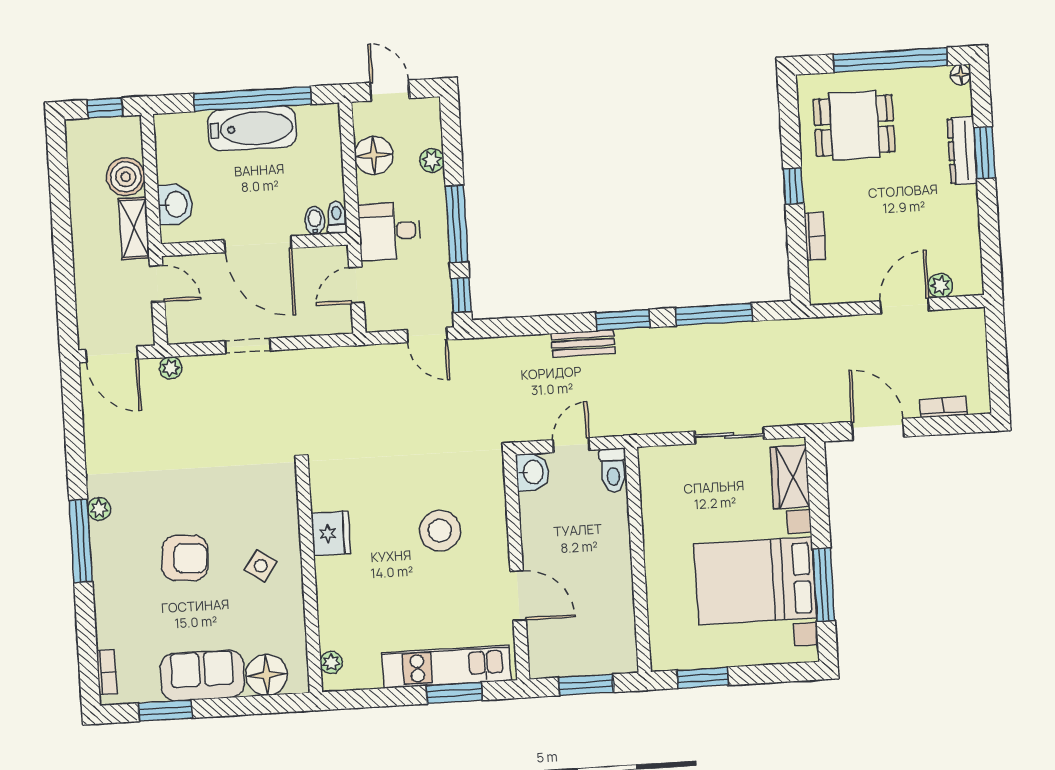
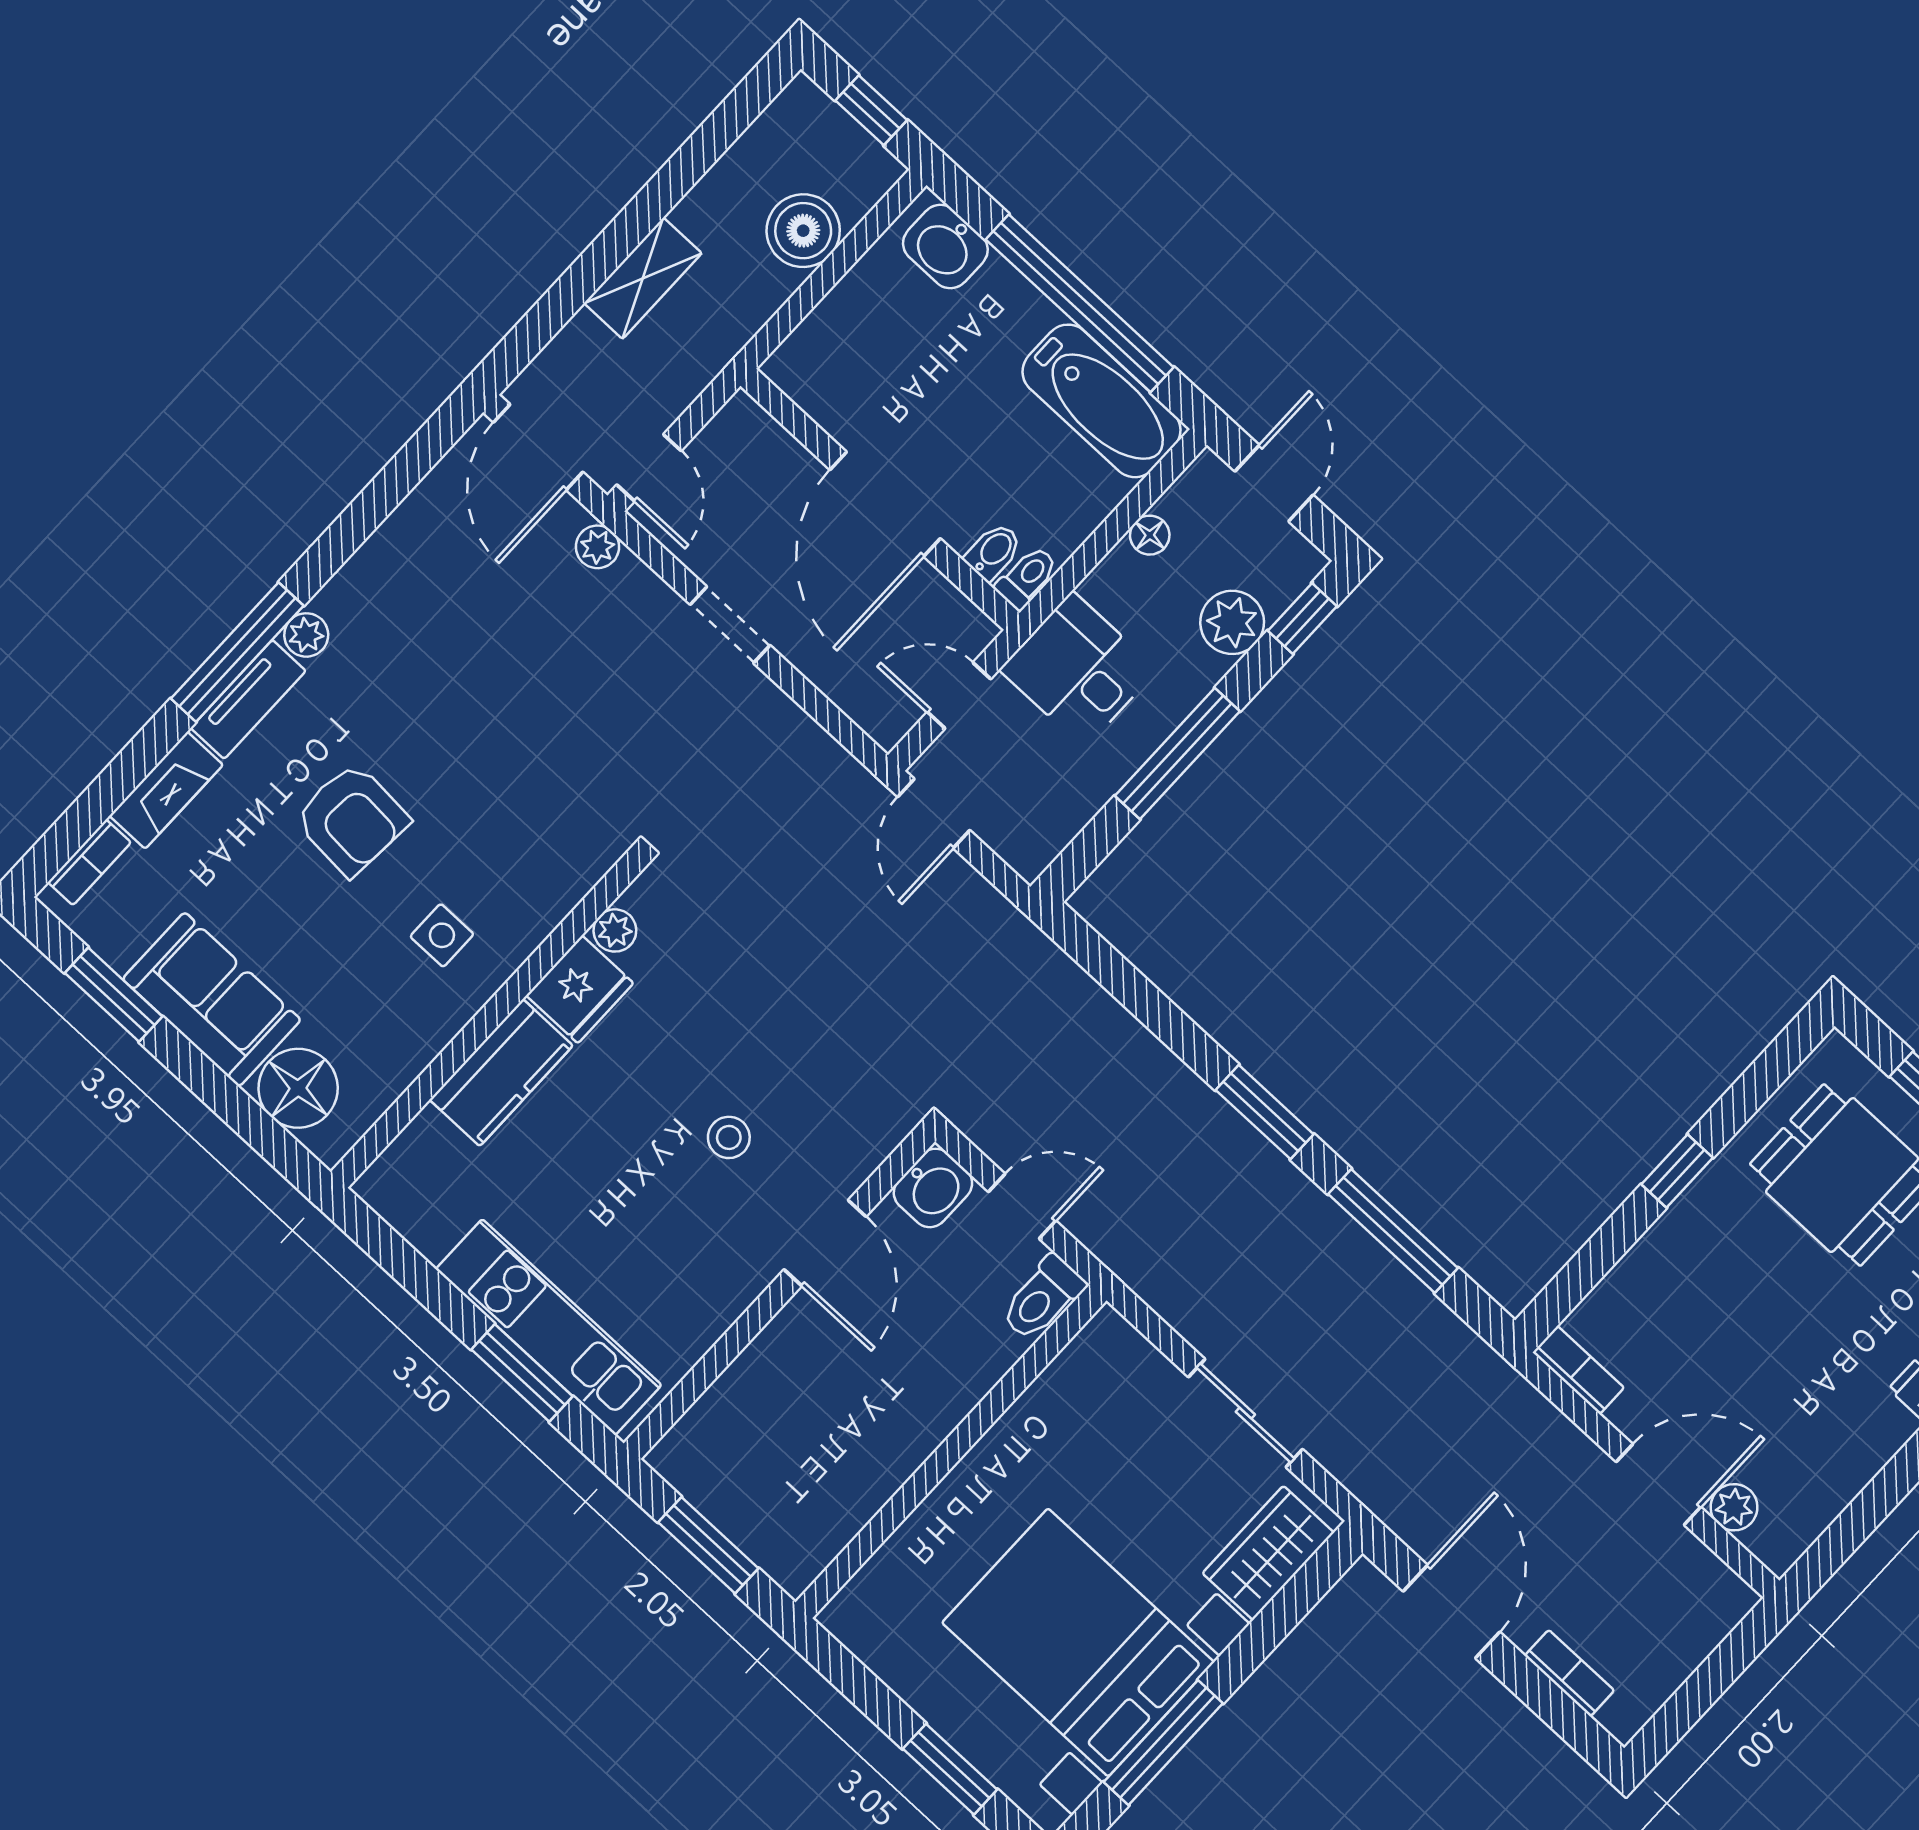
bathtub: (252, 129) -> (1102, 401), moved
floor lamp: (374, 155) -> (1150, 535), width x0.53, depth x0.53
plant: (432, 160) -> (1232, 622), width x1.38, depth x1.38
washbasin: (175, 204) -> (945, 247), moved, turned 90
shelving: (134, 228) -> (643, 278), moved
bookcase: (815, 236) -> (1578, 1370), moved, turned -90
door: (157, 284) -> (649, 468), moved
window: (461, 295) -> (1302, 618), moved
door: (427, 335) -> (934, 813), moved
bench: (583, 343) -> (1179, 1088), removed
stool: (440, 531) -> (729, 1137), width x0.53, depth x0.53
tv unit: (103, 554) -> (248, 699), added
side table: (261, 566) -> (442, 935), turned -36
kitchen counter: (334, 593) -> (501, 1073), added
door: (518, 596) -> (825, 1243), moved
fireplace: (107, 617) -> (166, 790), added
plant: (331, 662) -> (615, 930), moved
window: (703, 678) -> (950, 1769), moved

